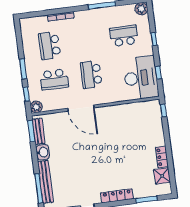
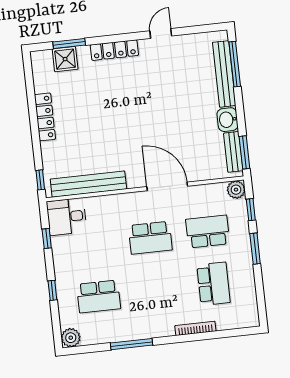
school desk: (91, 75) -> (150, 238), turned 90
desk: (141, 78) -> (67, 217), width x0.53, depth x0.77
bench: (132, 109) -> (88, 184), added
locker: (162, 157) -> (45, 117), width x1.53
shower: (162, 176) -> (65, 59), moved

